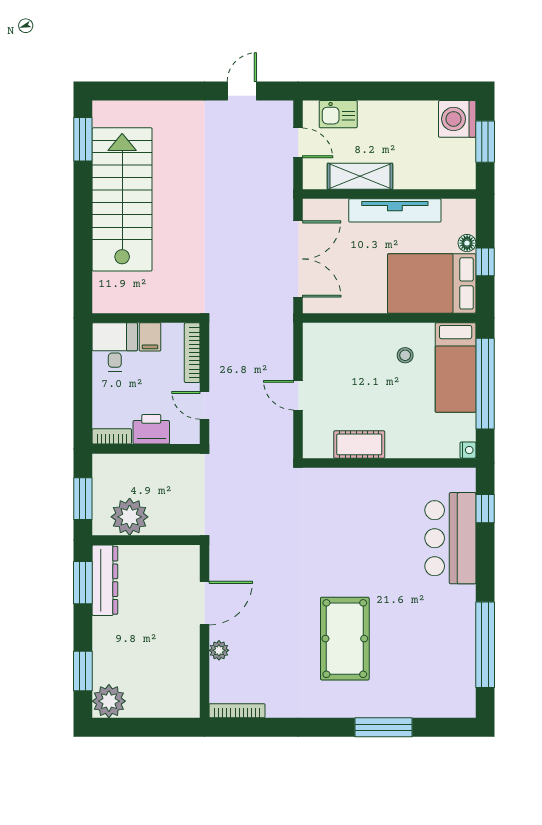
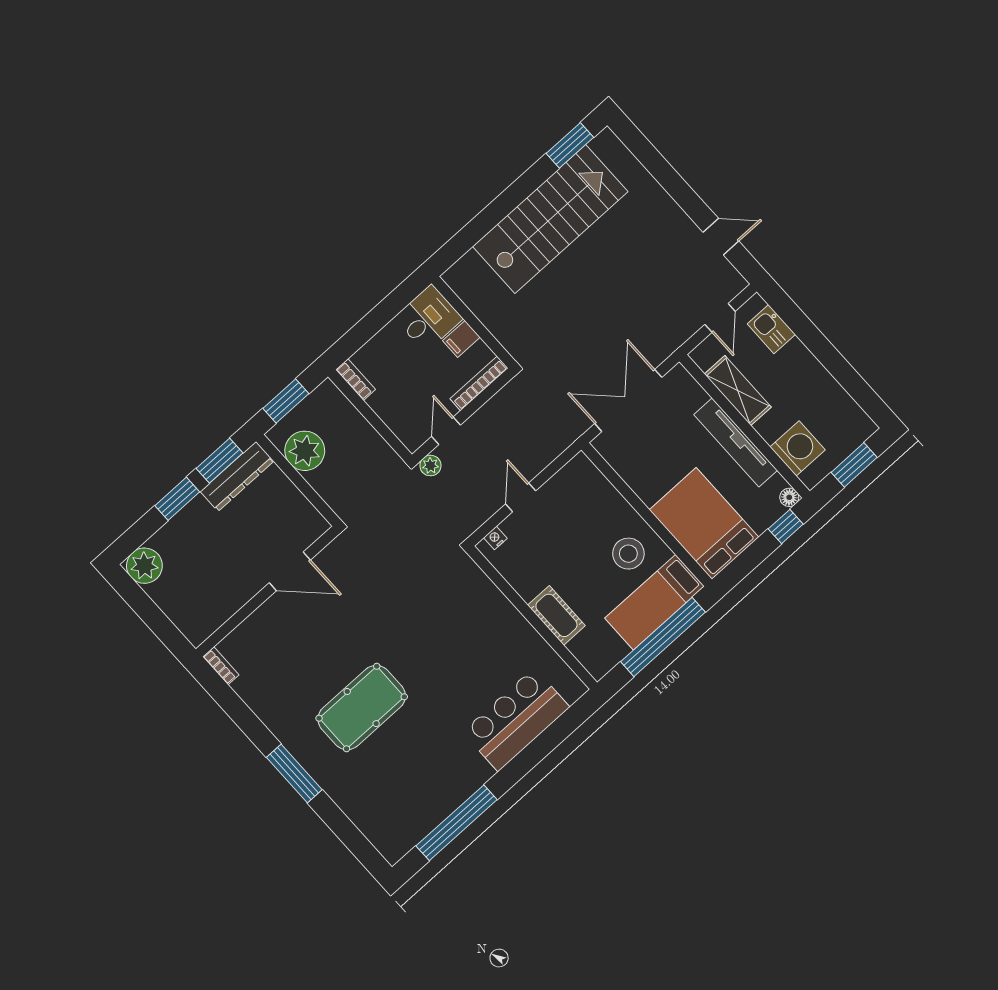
washing machine: (457, 119) -> (798, 448), moved, turned 90
floor lamp: (467, 243) -> (789, 497), moved
double door: (298, 259) -> (628, 400), swing flipped
window: (485, 262) -> (786, 526), moved
stool: (405, 355) -> (628, 554), width x1.89, depth x1.89
printer: (151, 429) -> (389, 406), removed
cot: (359, 444) -> (556, 615), moved
nightstand: (468, 450) -> (495, 538), moved, turned 180
window: (485, 509) -> (564, 726), removed
plant: (219, 650) -> (430, 466), moved
window: (83, 671) -> (177, 499), moved
bookcase: (237, 711) -> (221, 666), width x0.64
window: (384, 727) -> (294, 774), moved

